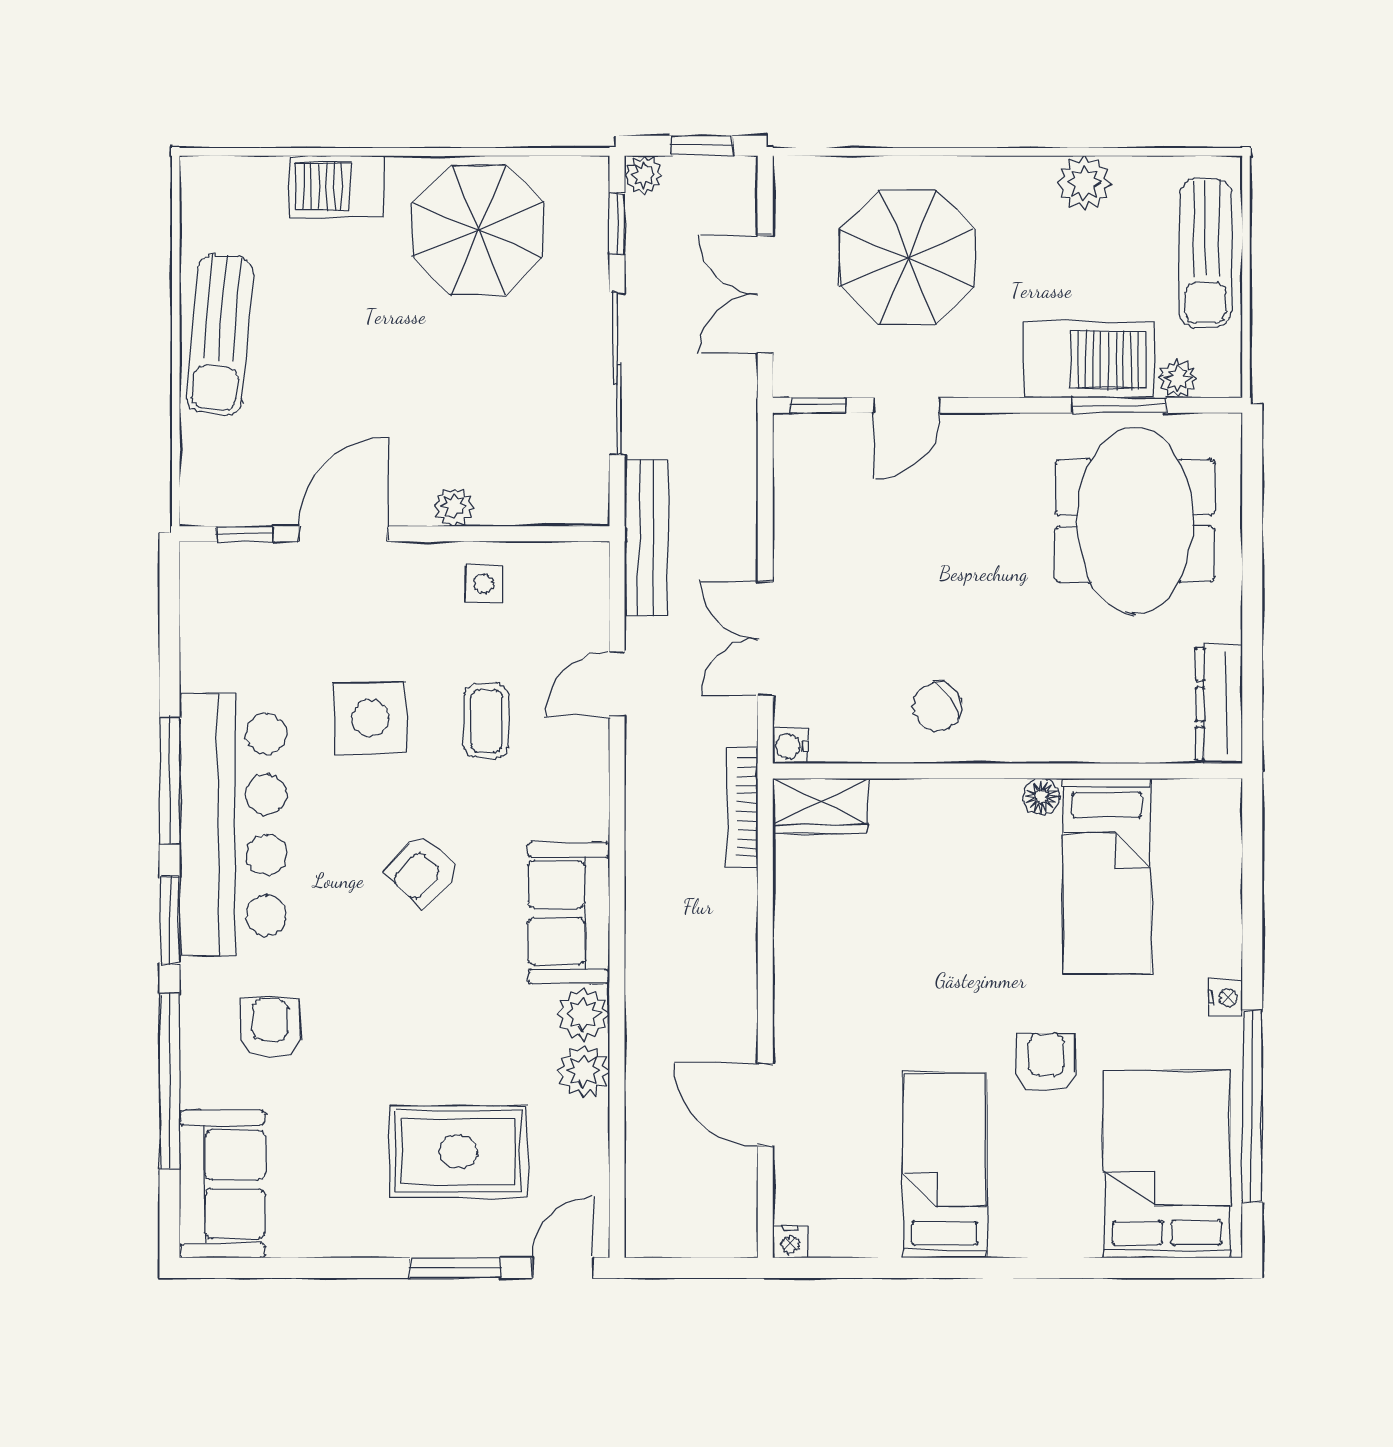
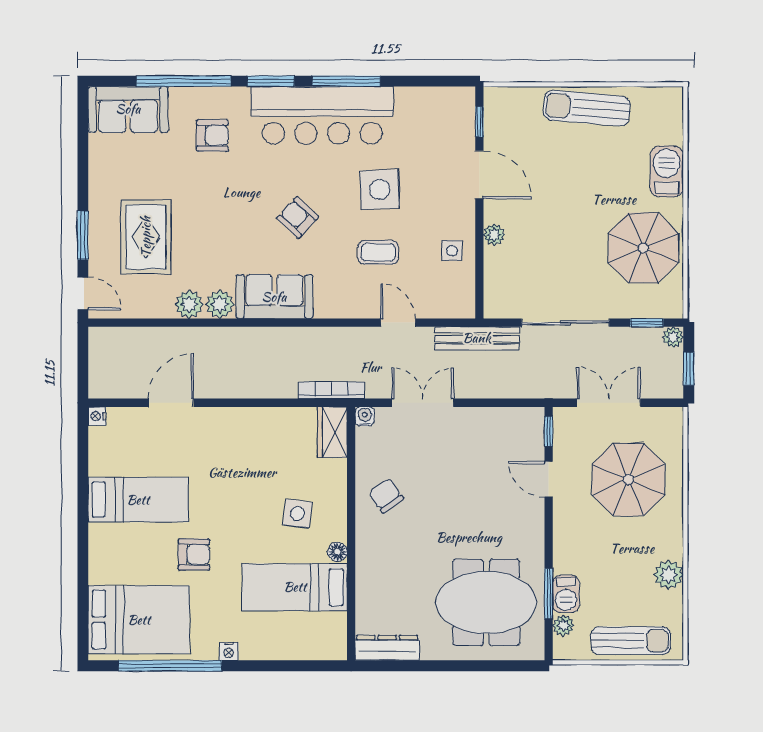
sun lounger: (1206, 253) -> (631, 641), turned 180
barbecue: (1089, 360) -> (566, 594), width x0.53, depth x0.65
side table: (970, 870) -> (297, 513), added

